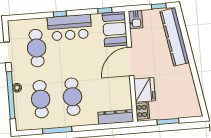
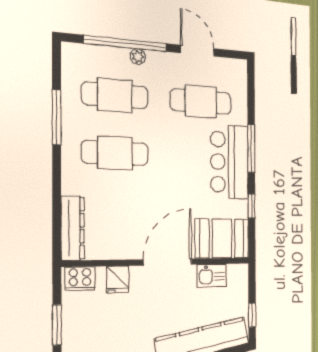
window: (105, 10) -> (252, 206), moved
window: (60, 14) -> (251, 148), width x2.17
kitchen sink: (136, 19) -> (212, 276), moved
door: (131, 61) -> (168, 262), hinge flipped
fridge: (145, 90) -> (117, 280), width x0.53, depth x0.75

